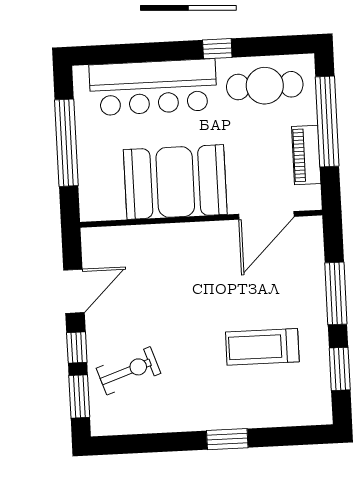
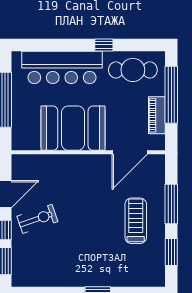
treadmill: (262, 347) -> (136, 221), moved, turned 90
exercise bike: (129, 371) -> (37, 219), moved

